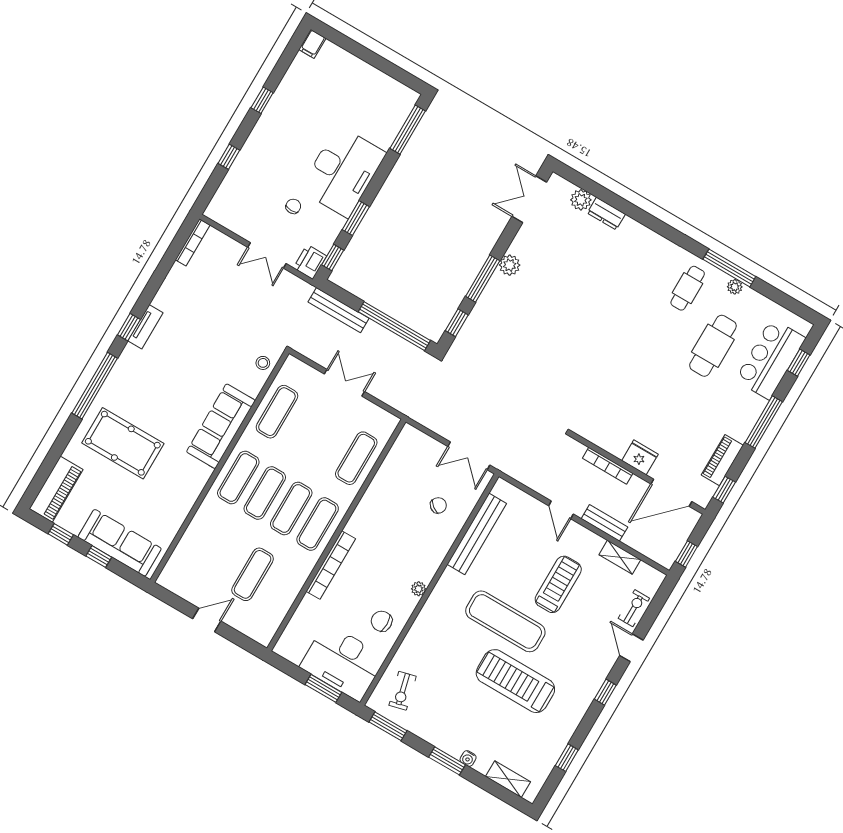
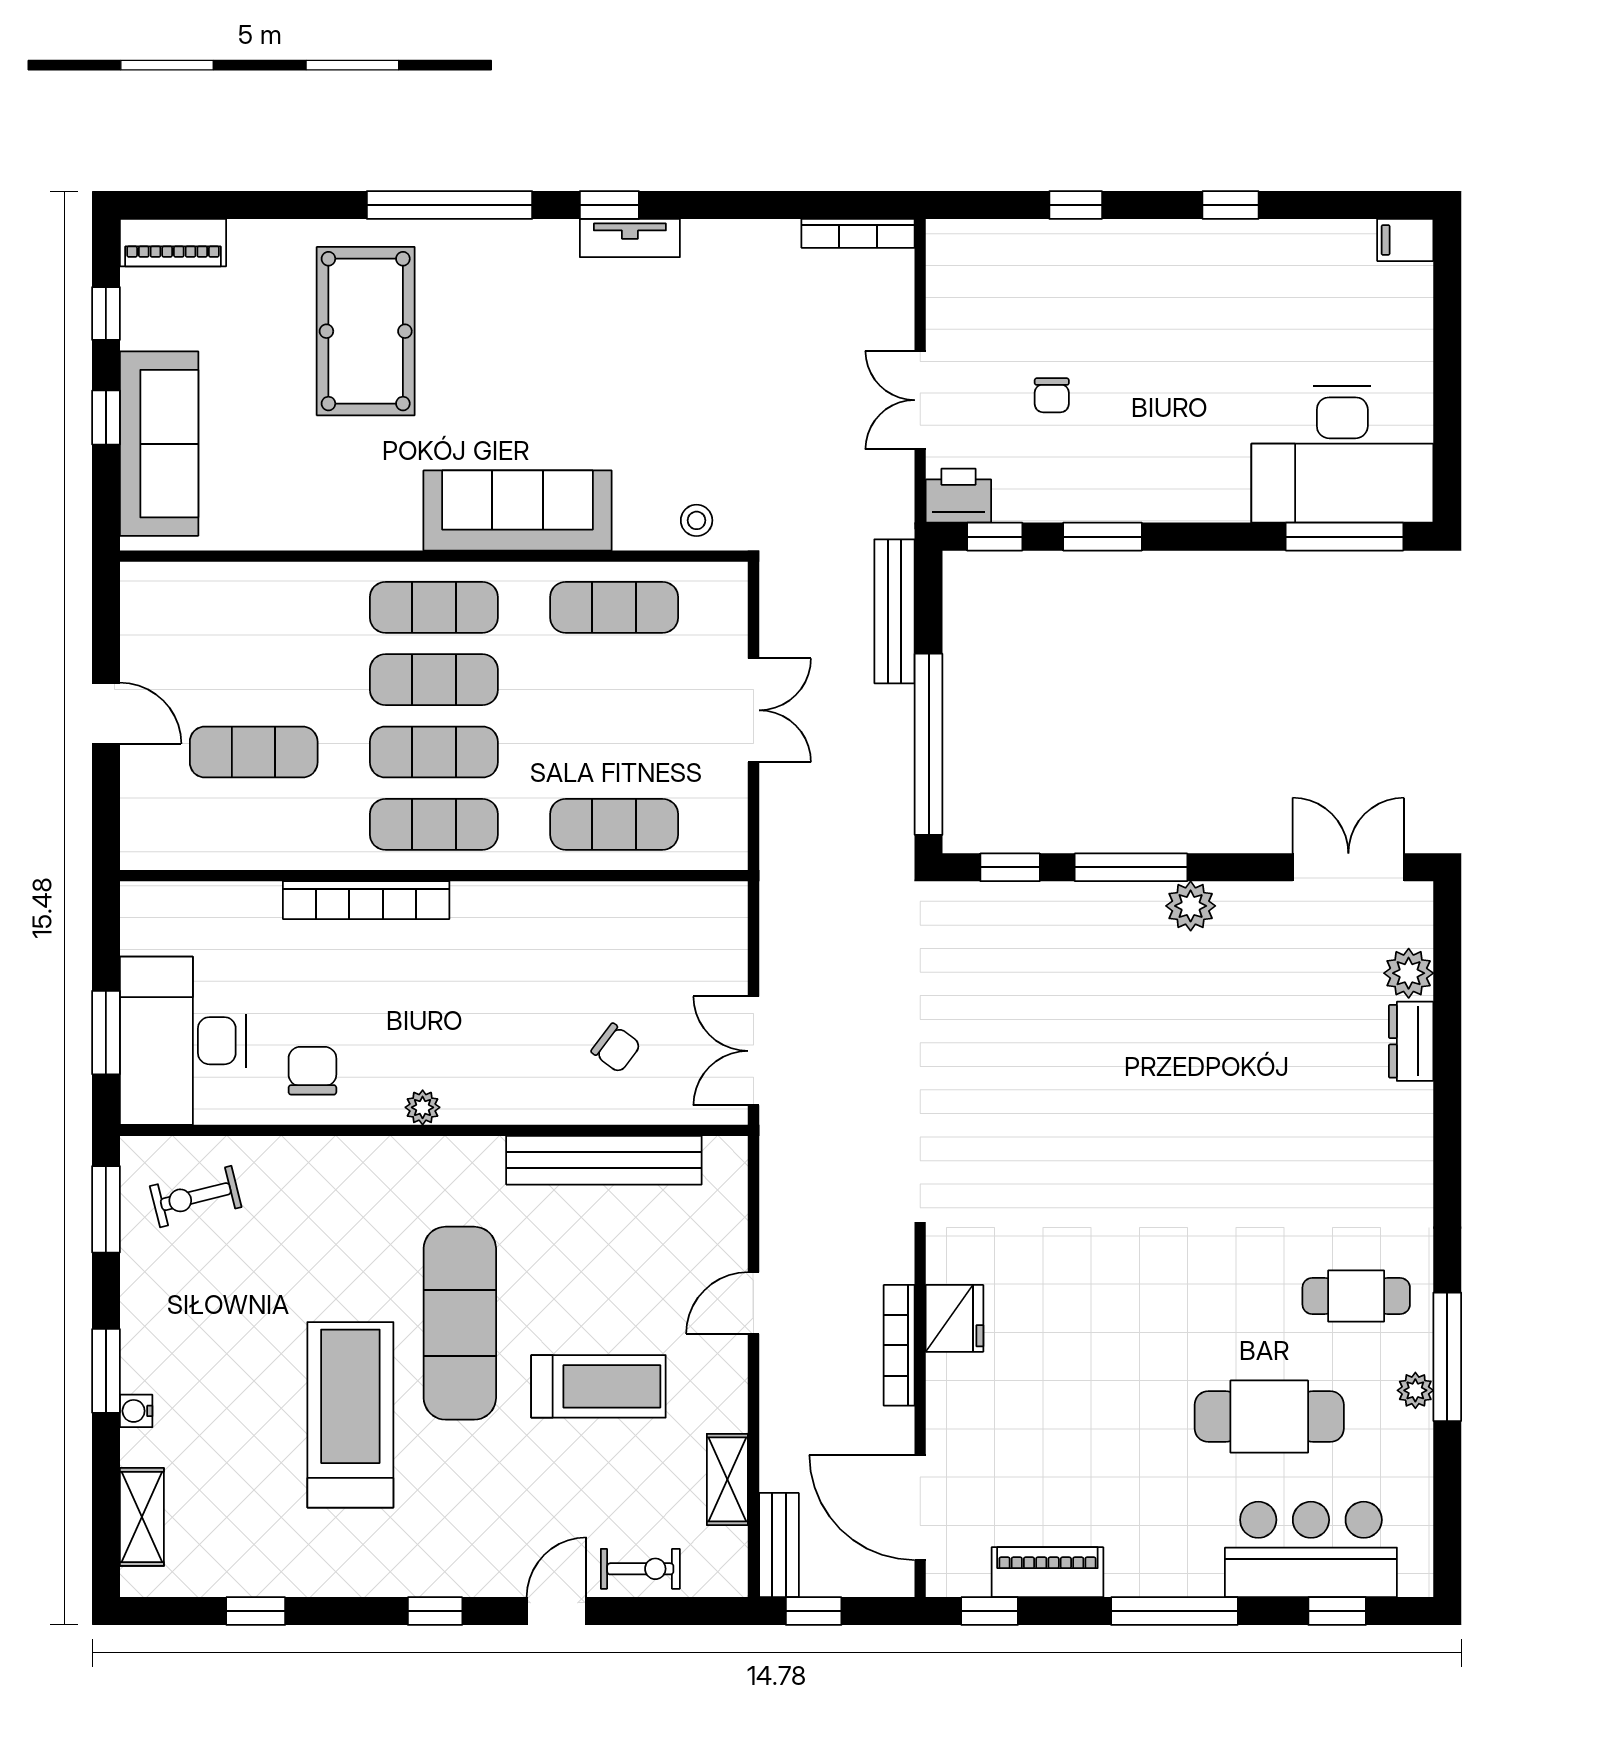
desk: (343, 171) -> (1342, 455), moved
chair: (293, 206) -> (1052, 395), turned 90
fridge: (640, 457) -> (955, 1318), moved
piano: (56, 489) -> (173, 243), width x0.73, depth x0.75
bench: (604, 523) -> (779, 1545), moved

